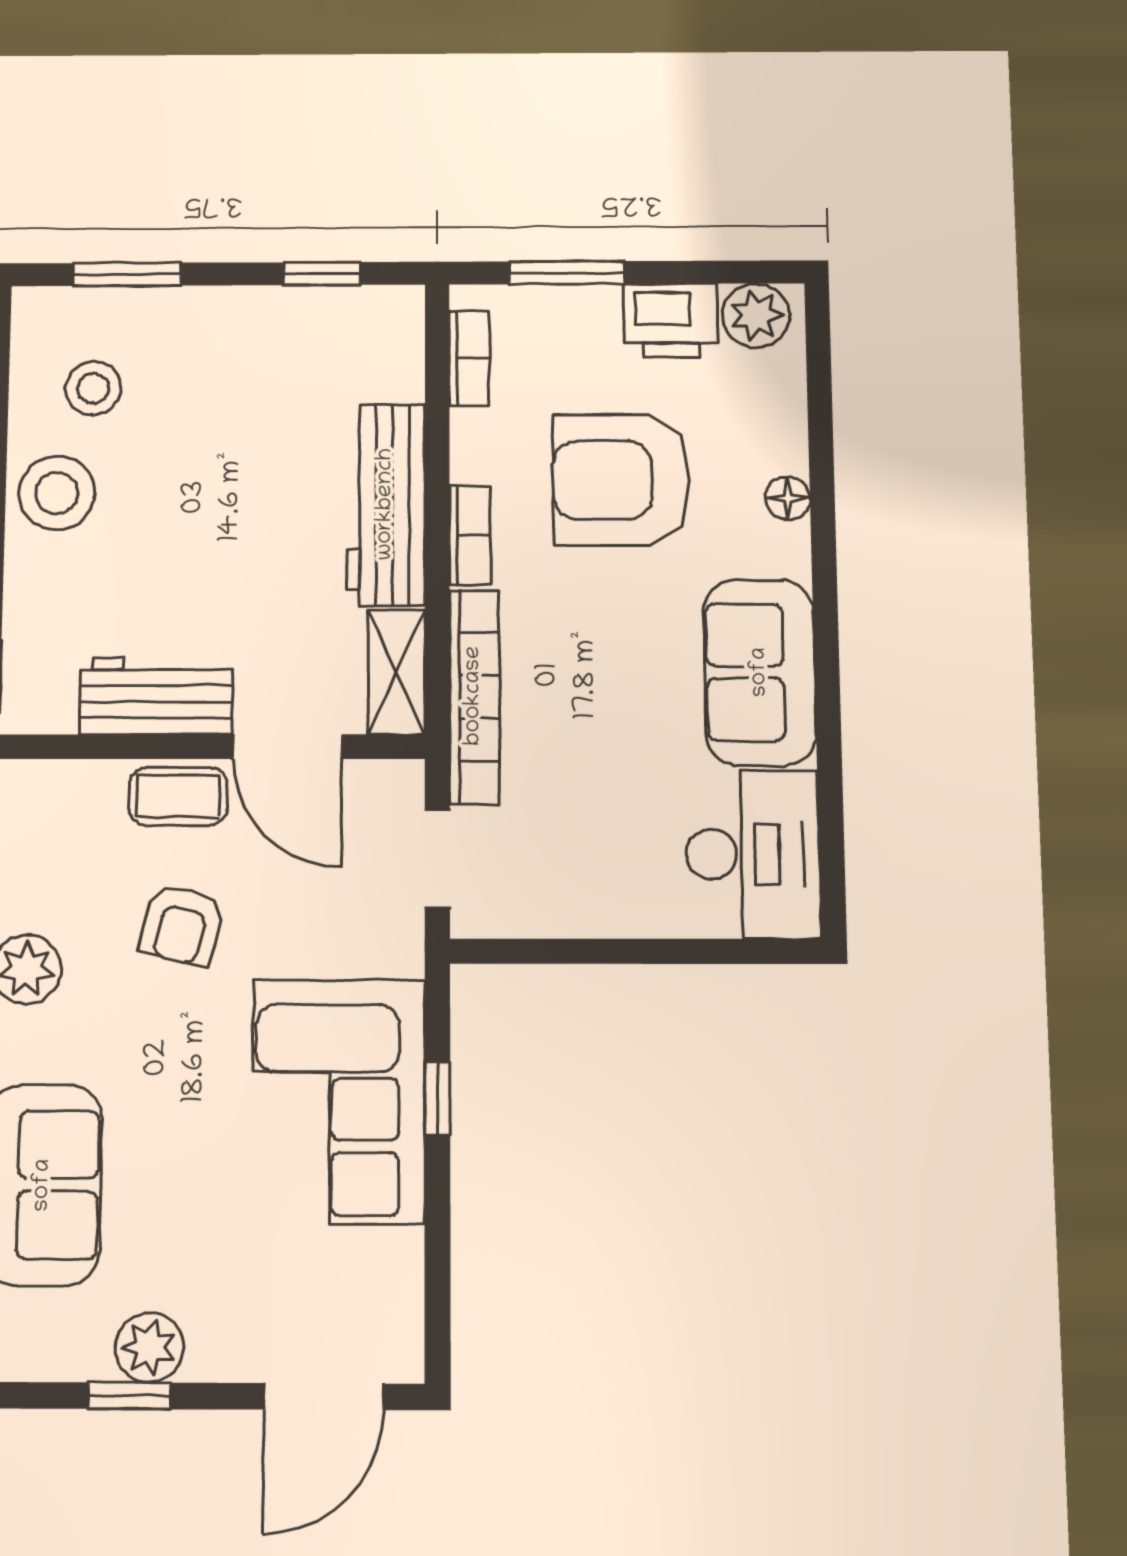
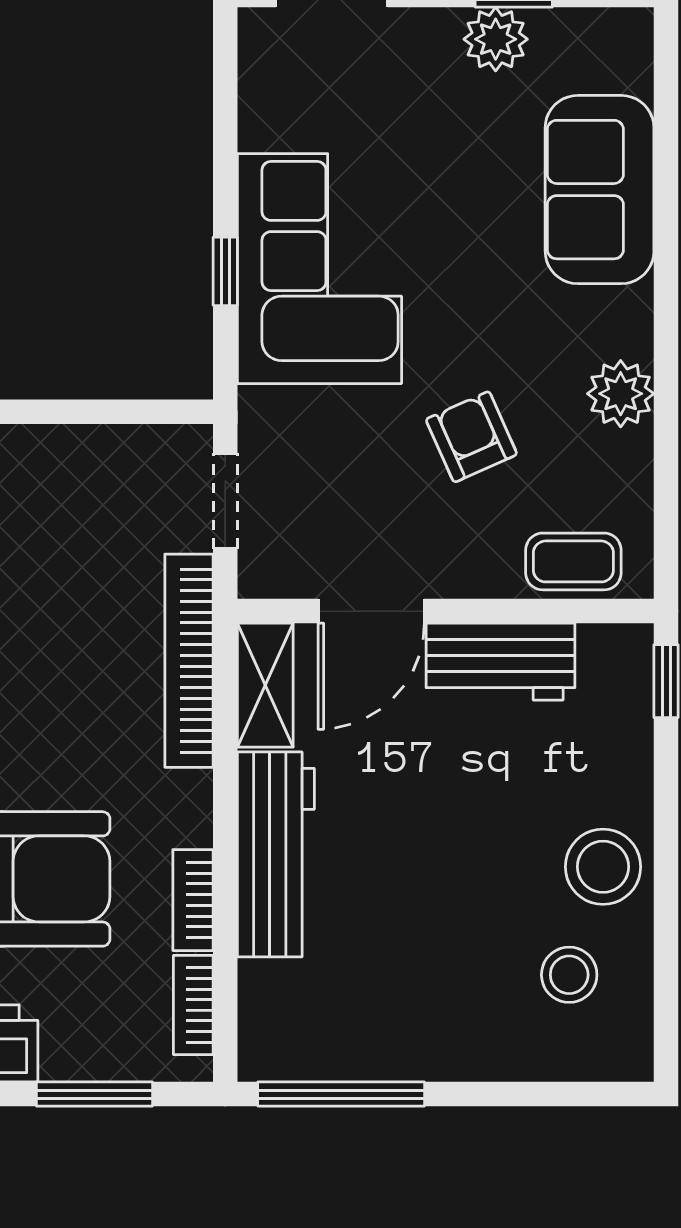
window: (127, 274) -> (538, 1094), removed
window: (322, 274) -> (341, 1094), width x2.17
bookcase: (470, 535) -> (193, 900), moved
door: (288, 747) -> (371, 611), swing flipped
coffee table: (178, 796) -> (573, 561), moved
armchair: (182, 925) -> (471, 437), turned -38

